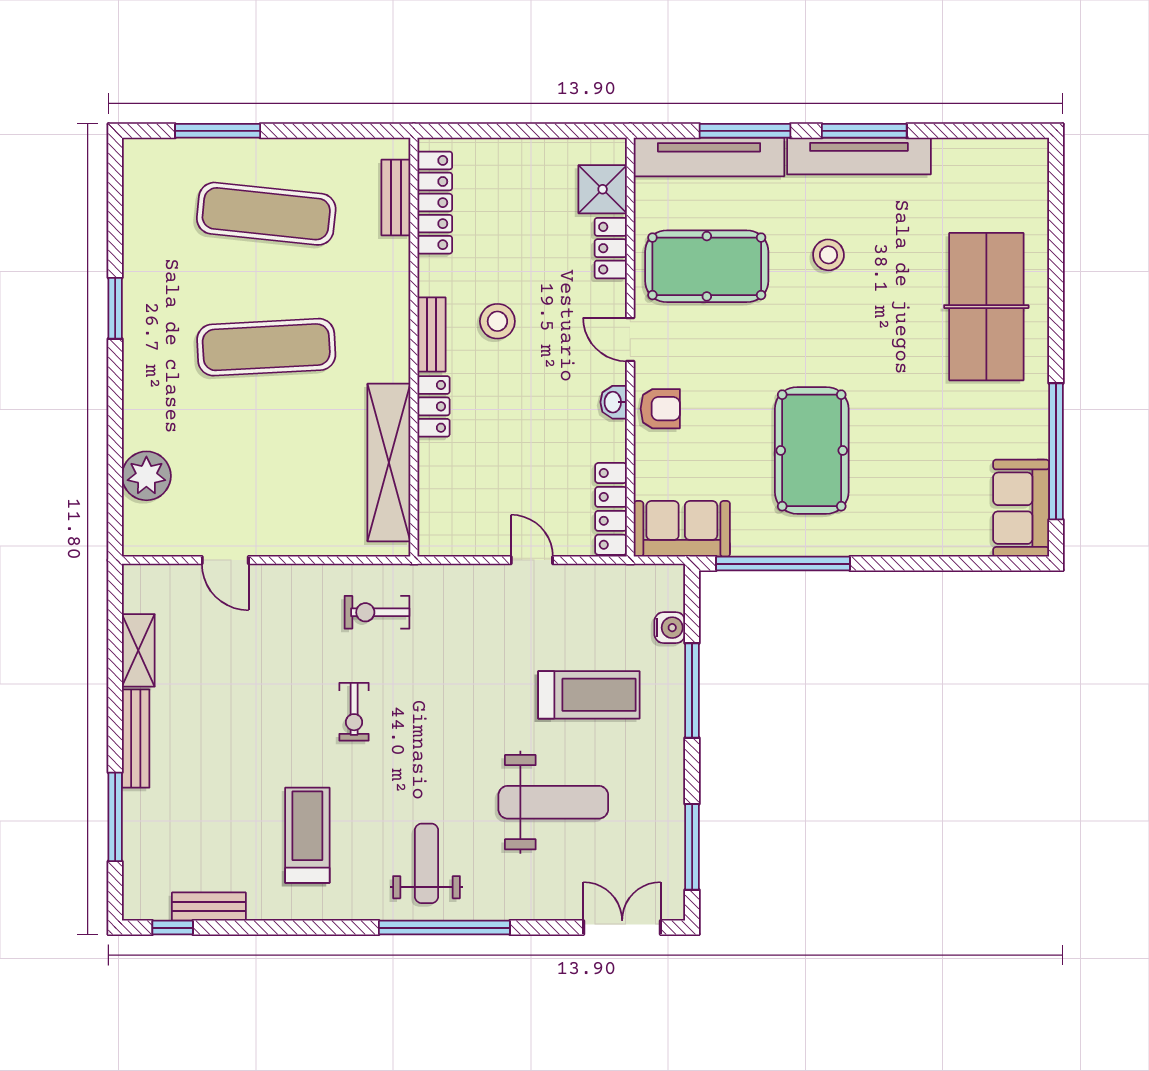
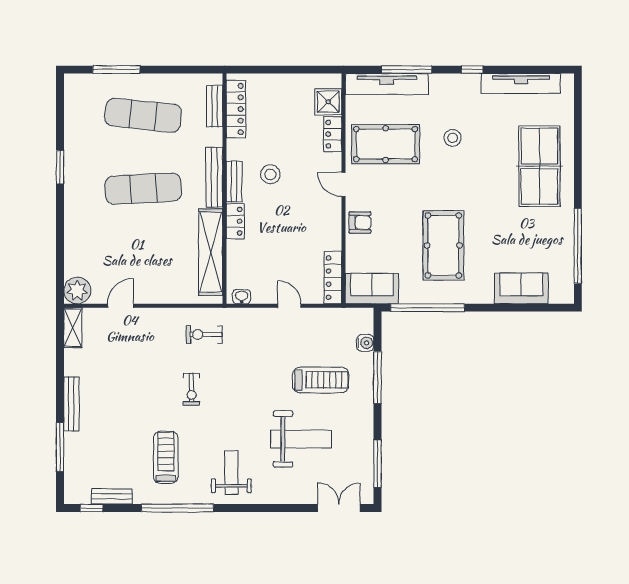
window: (864, 131) -> (472, 70), width x0.46
tv unit: (859, 156) -> (521, 83), moved
bench: (395, 326) -> (214, 177), added
washbasin: (614, 402) -> (242, 297), moved, turned 90
plant: (146, 476) -> (77, 290), moved
sofa: (1021, 508) -> (521, 288), moved, turned 90
door: (225, 560) -> (121, 306), swing flipped
shelving: (138, 650) -> (73, 328), moved
window: (444, 928) -> (177, 508), moved

